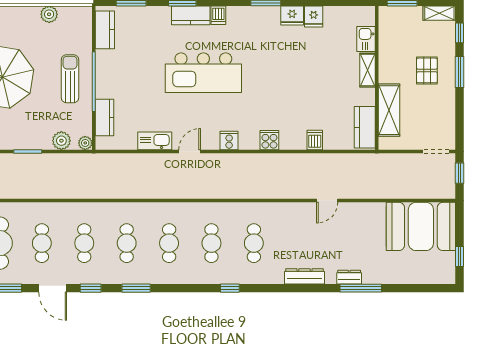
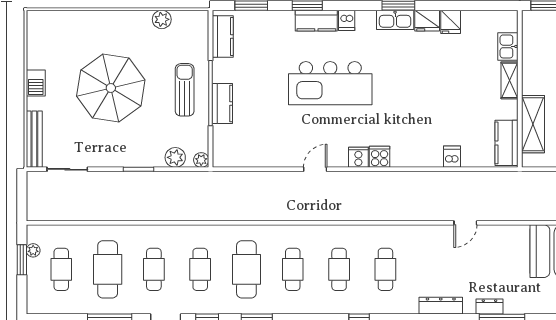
kitchen counter: (104, 118) -> (222, 104), moved
cooker: (269, 140) -> (380, 157), moved
kitchen sink: (155, 141) -> (395, 20), moved, turned 180
cafe table: (127, 243) -> (246, 269), width x1.37, depth x1.35

